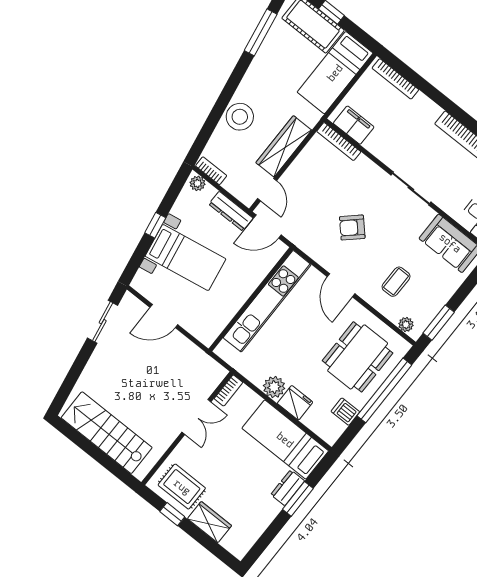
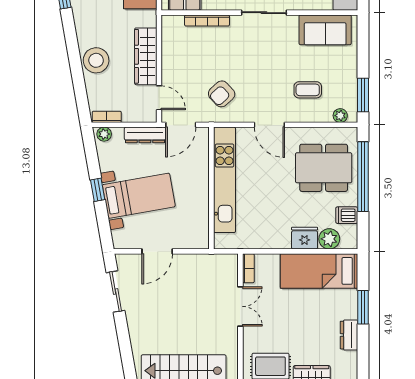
bookcase: (339, 142) -> (207, 20), moved
armchair: (352, 228) -> (222, 94), moved
coffee table: (396, 282) -> (308, 90), turned 90
dining table: (358, 357) -> (324, 168), turned 90
plant: (274, 387) -> (329, 239), moved
dresser: (288, 488) -> (349, 335), moved

